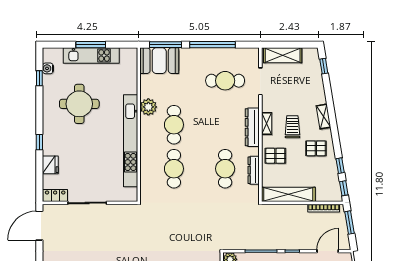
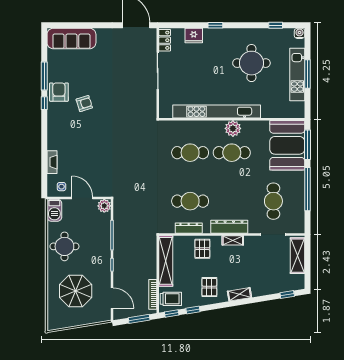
booth: (159, 61) -> (287, 145), width x1.36, depth x1.42
water cooler: (48, 68) -> (300, 33), moved
plant: (148, 107) -> (233, 128), moved
trolley: (292, 127) -> (171, 299), moved

